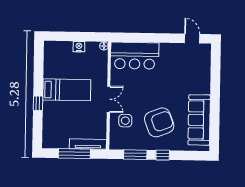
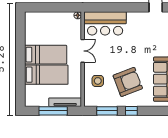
nightstand: (79, 47) -> (56, 16), removed
double door: (109, 99) -> (83, 51), moved
window: (38, 103) -> (20, 67), removed
bed: (67, 113) -> (46, 75), added

